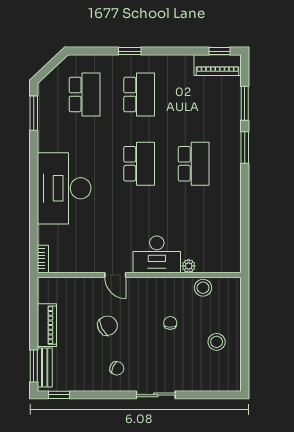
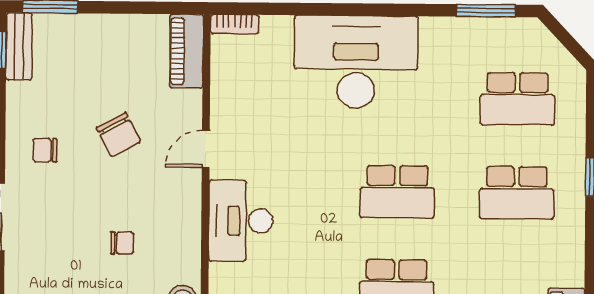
plant: (189, 266) -> (220, 276), removed
piano: (47, 325) -> (186, 51), moved, turned 90
bench: (45, 368) -> (19, 46), moved, turned 90
chair: (117, 368) -> (45, 150), turned 66

